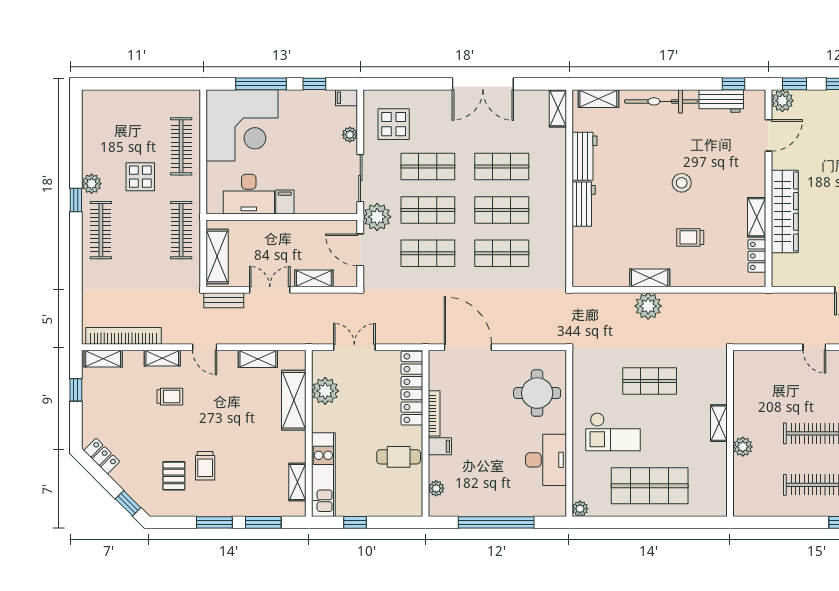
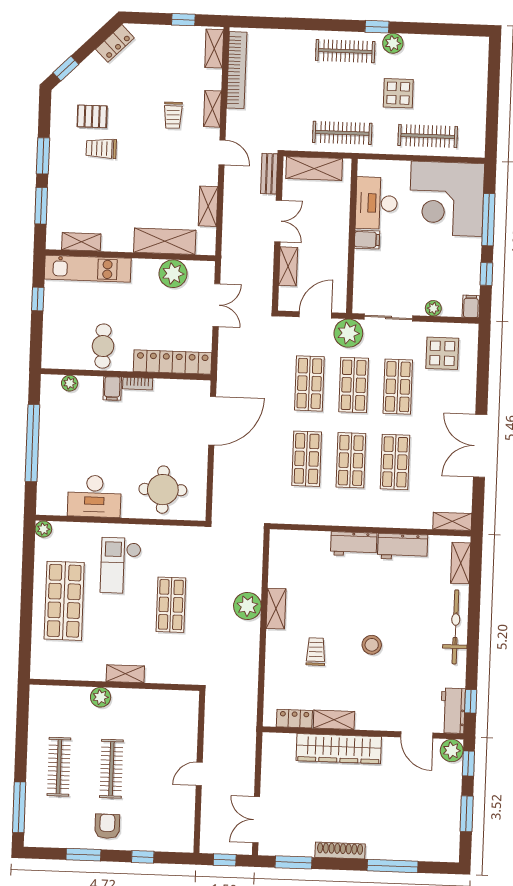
workbench: (721, 101) -> (453, 711), moved
door: (205, 347) -> (222, 152), swing flipped
bookcase: (434, 413) -> (138, 384), width x0.64

